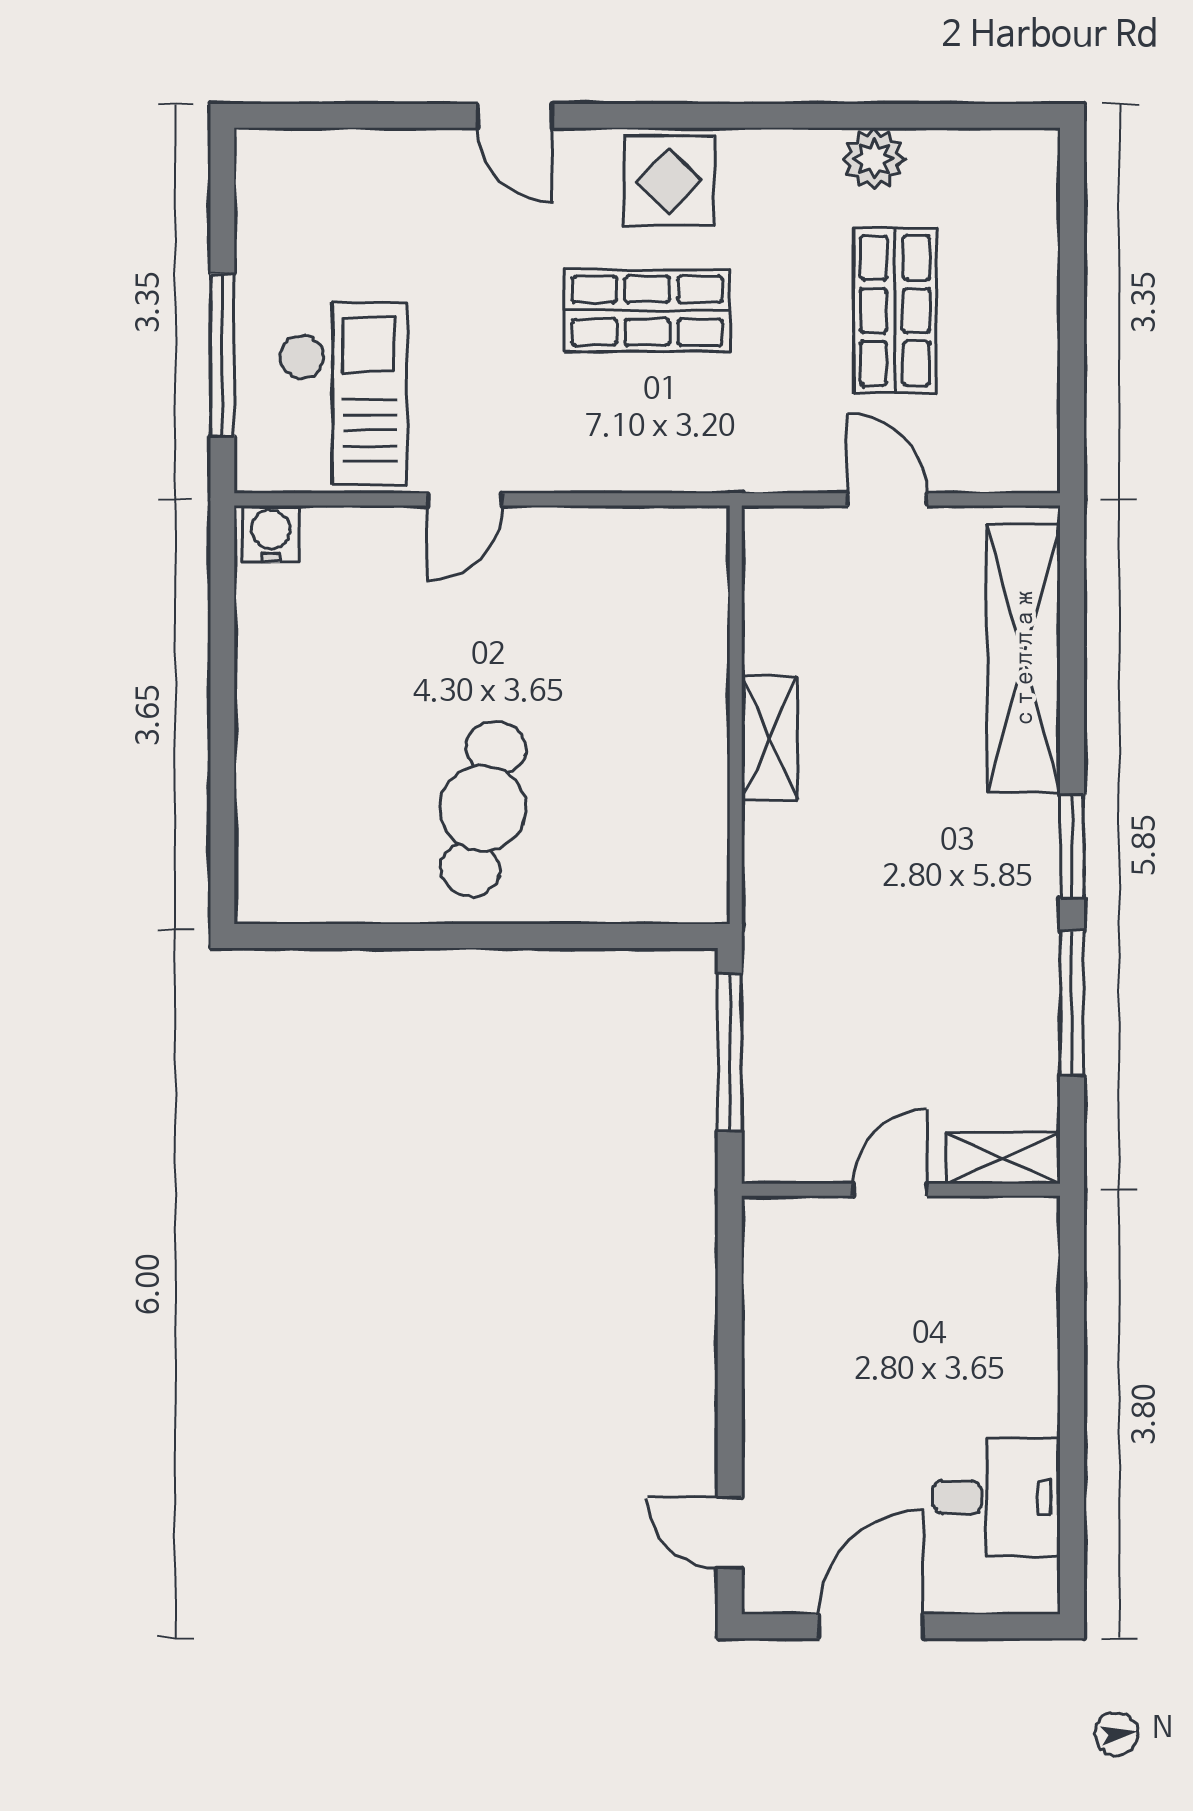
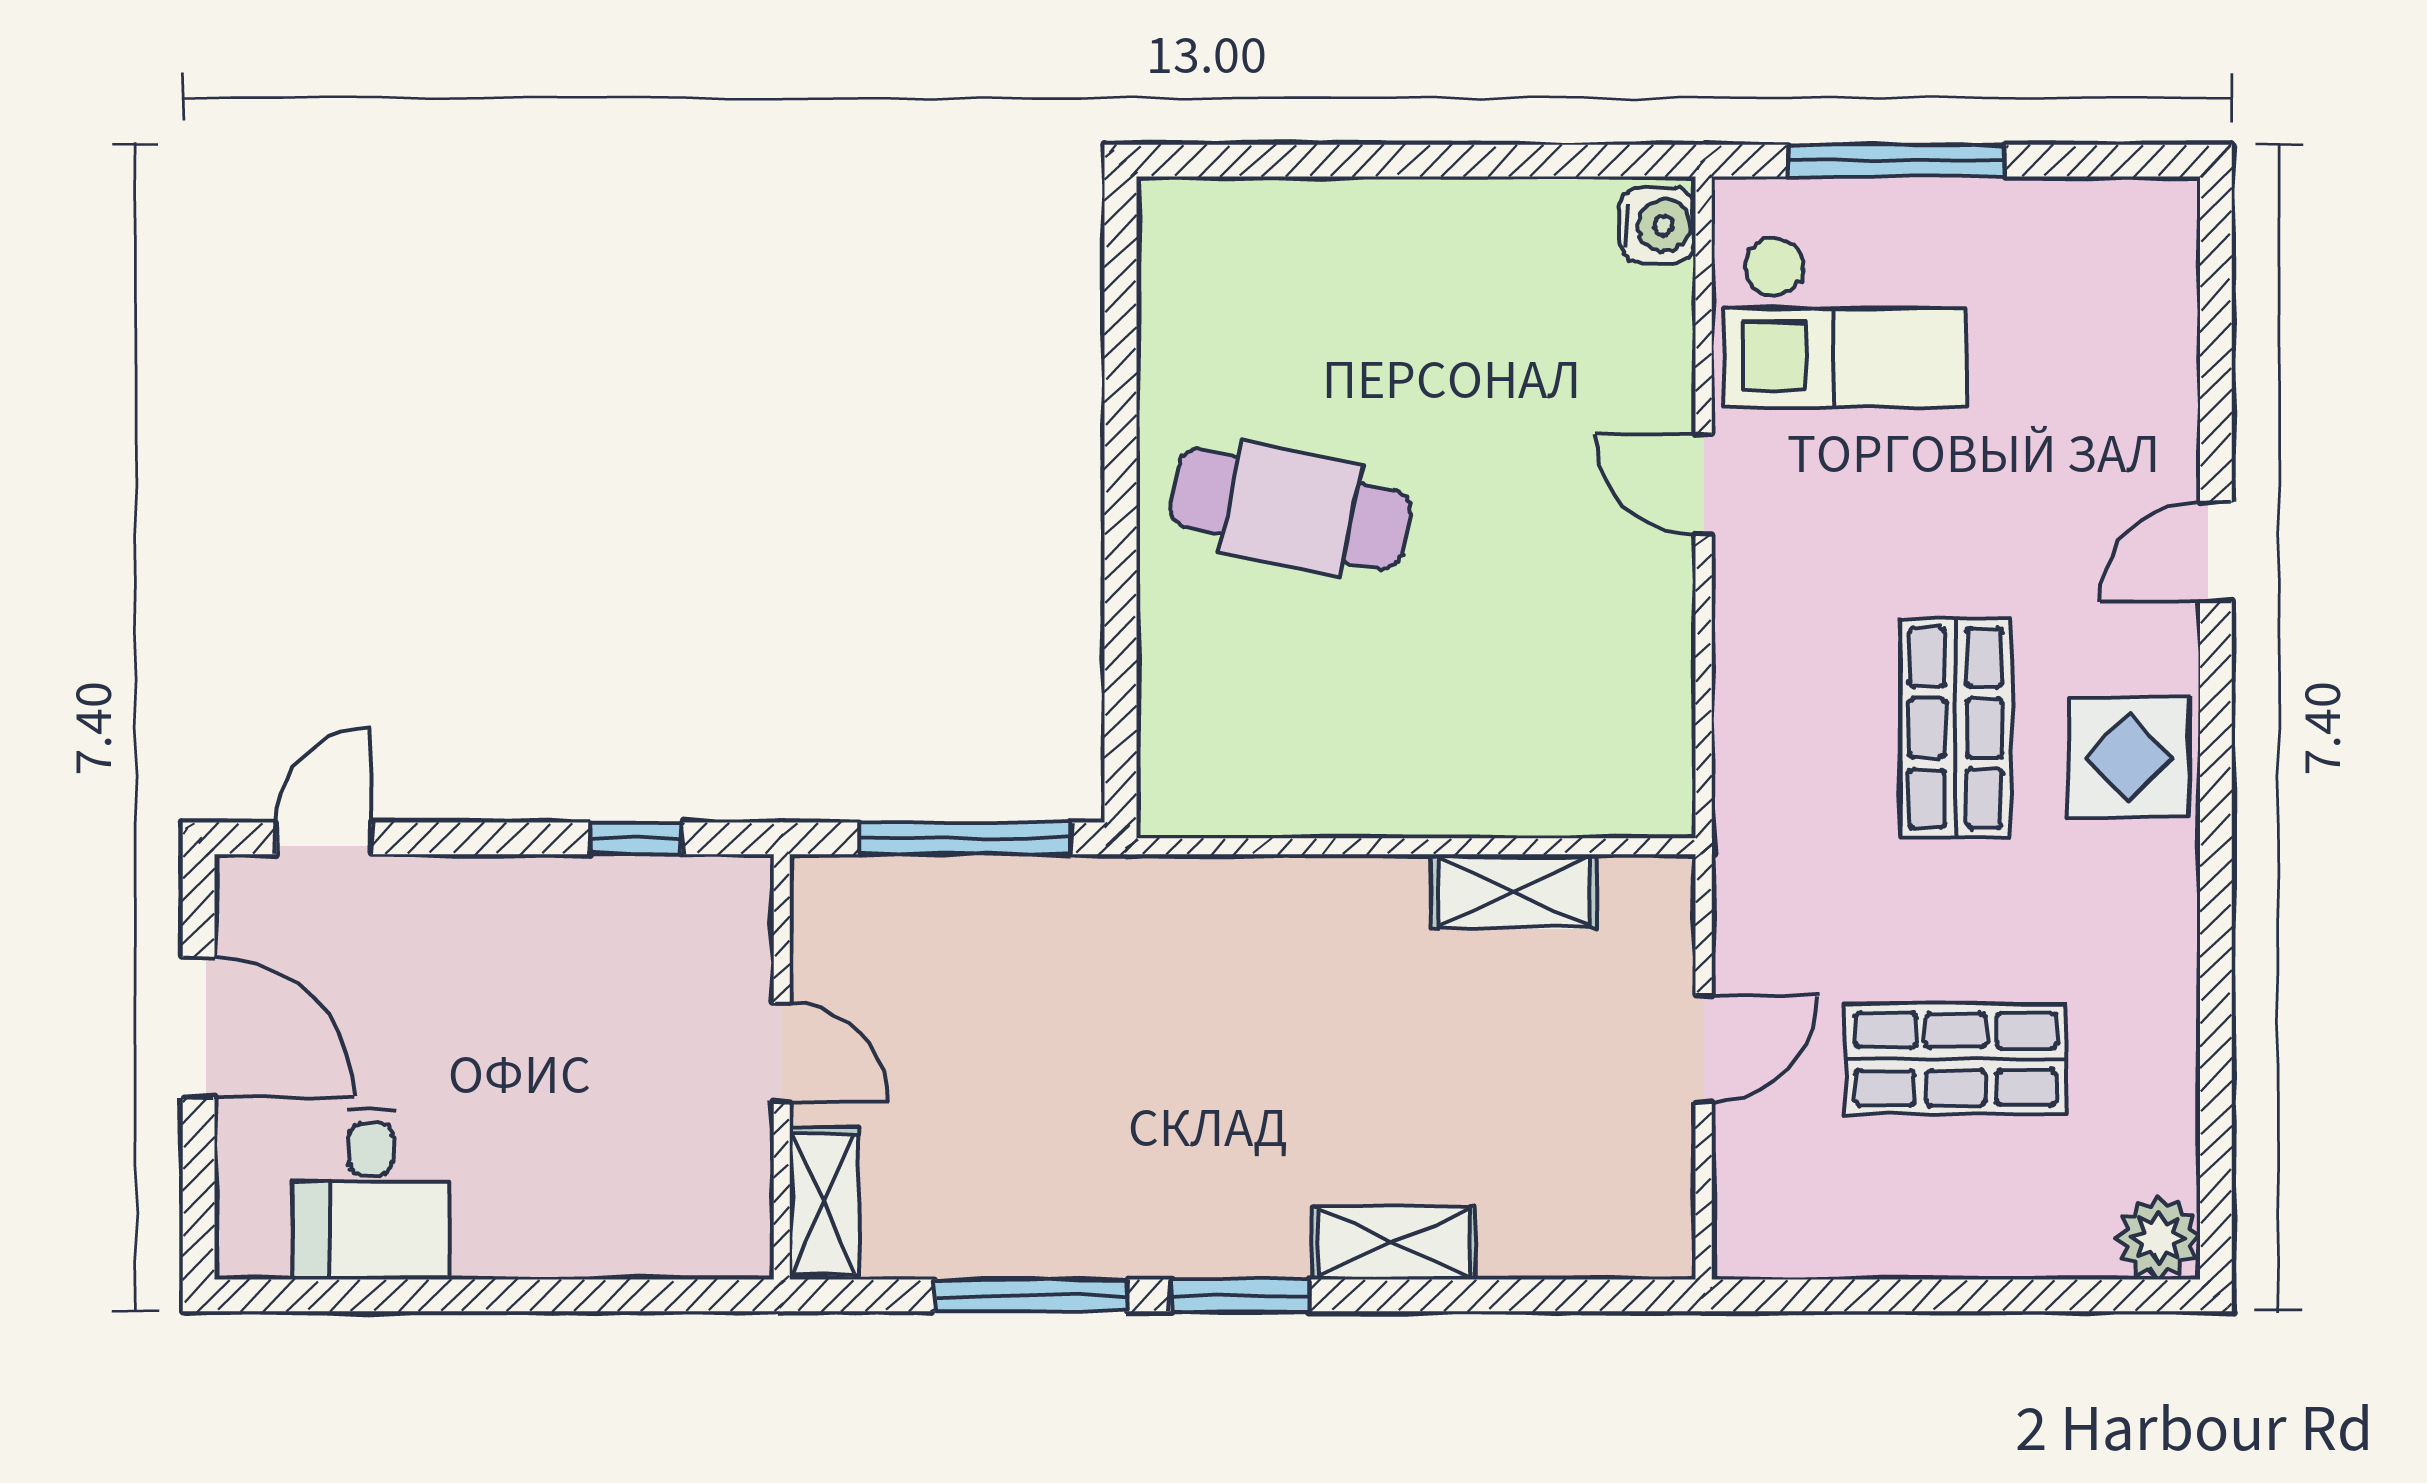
plant: (874, 159) -> (2158, 1238), moved
shelving: (1024, 658) -> (1394, 1243), width x0.45, depth x0.75
shelving: (770, 738) -> (1514, 891), moved
window: (730, 1299) -> (636, 838), added

